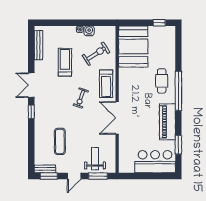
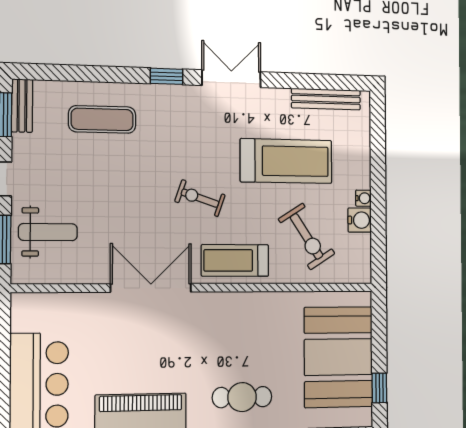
booth: (133, 47) -> (338, 357), moved, turned 90
treadmill: (65, 62) -> (286, 161), width x1.37, depth x1.38
exercise mat: (60, 141) -> (102, 119), moved

